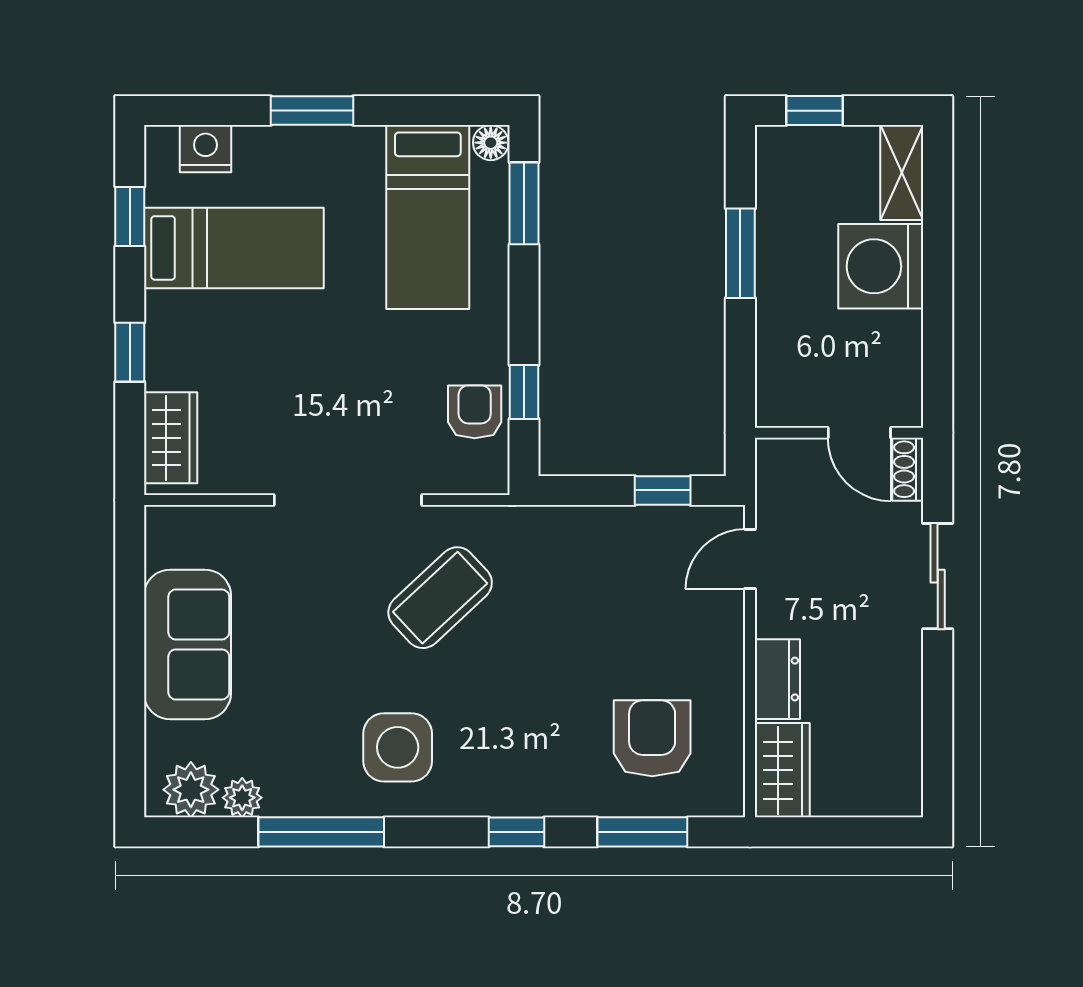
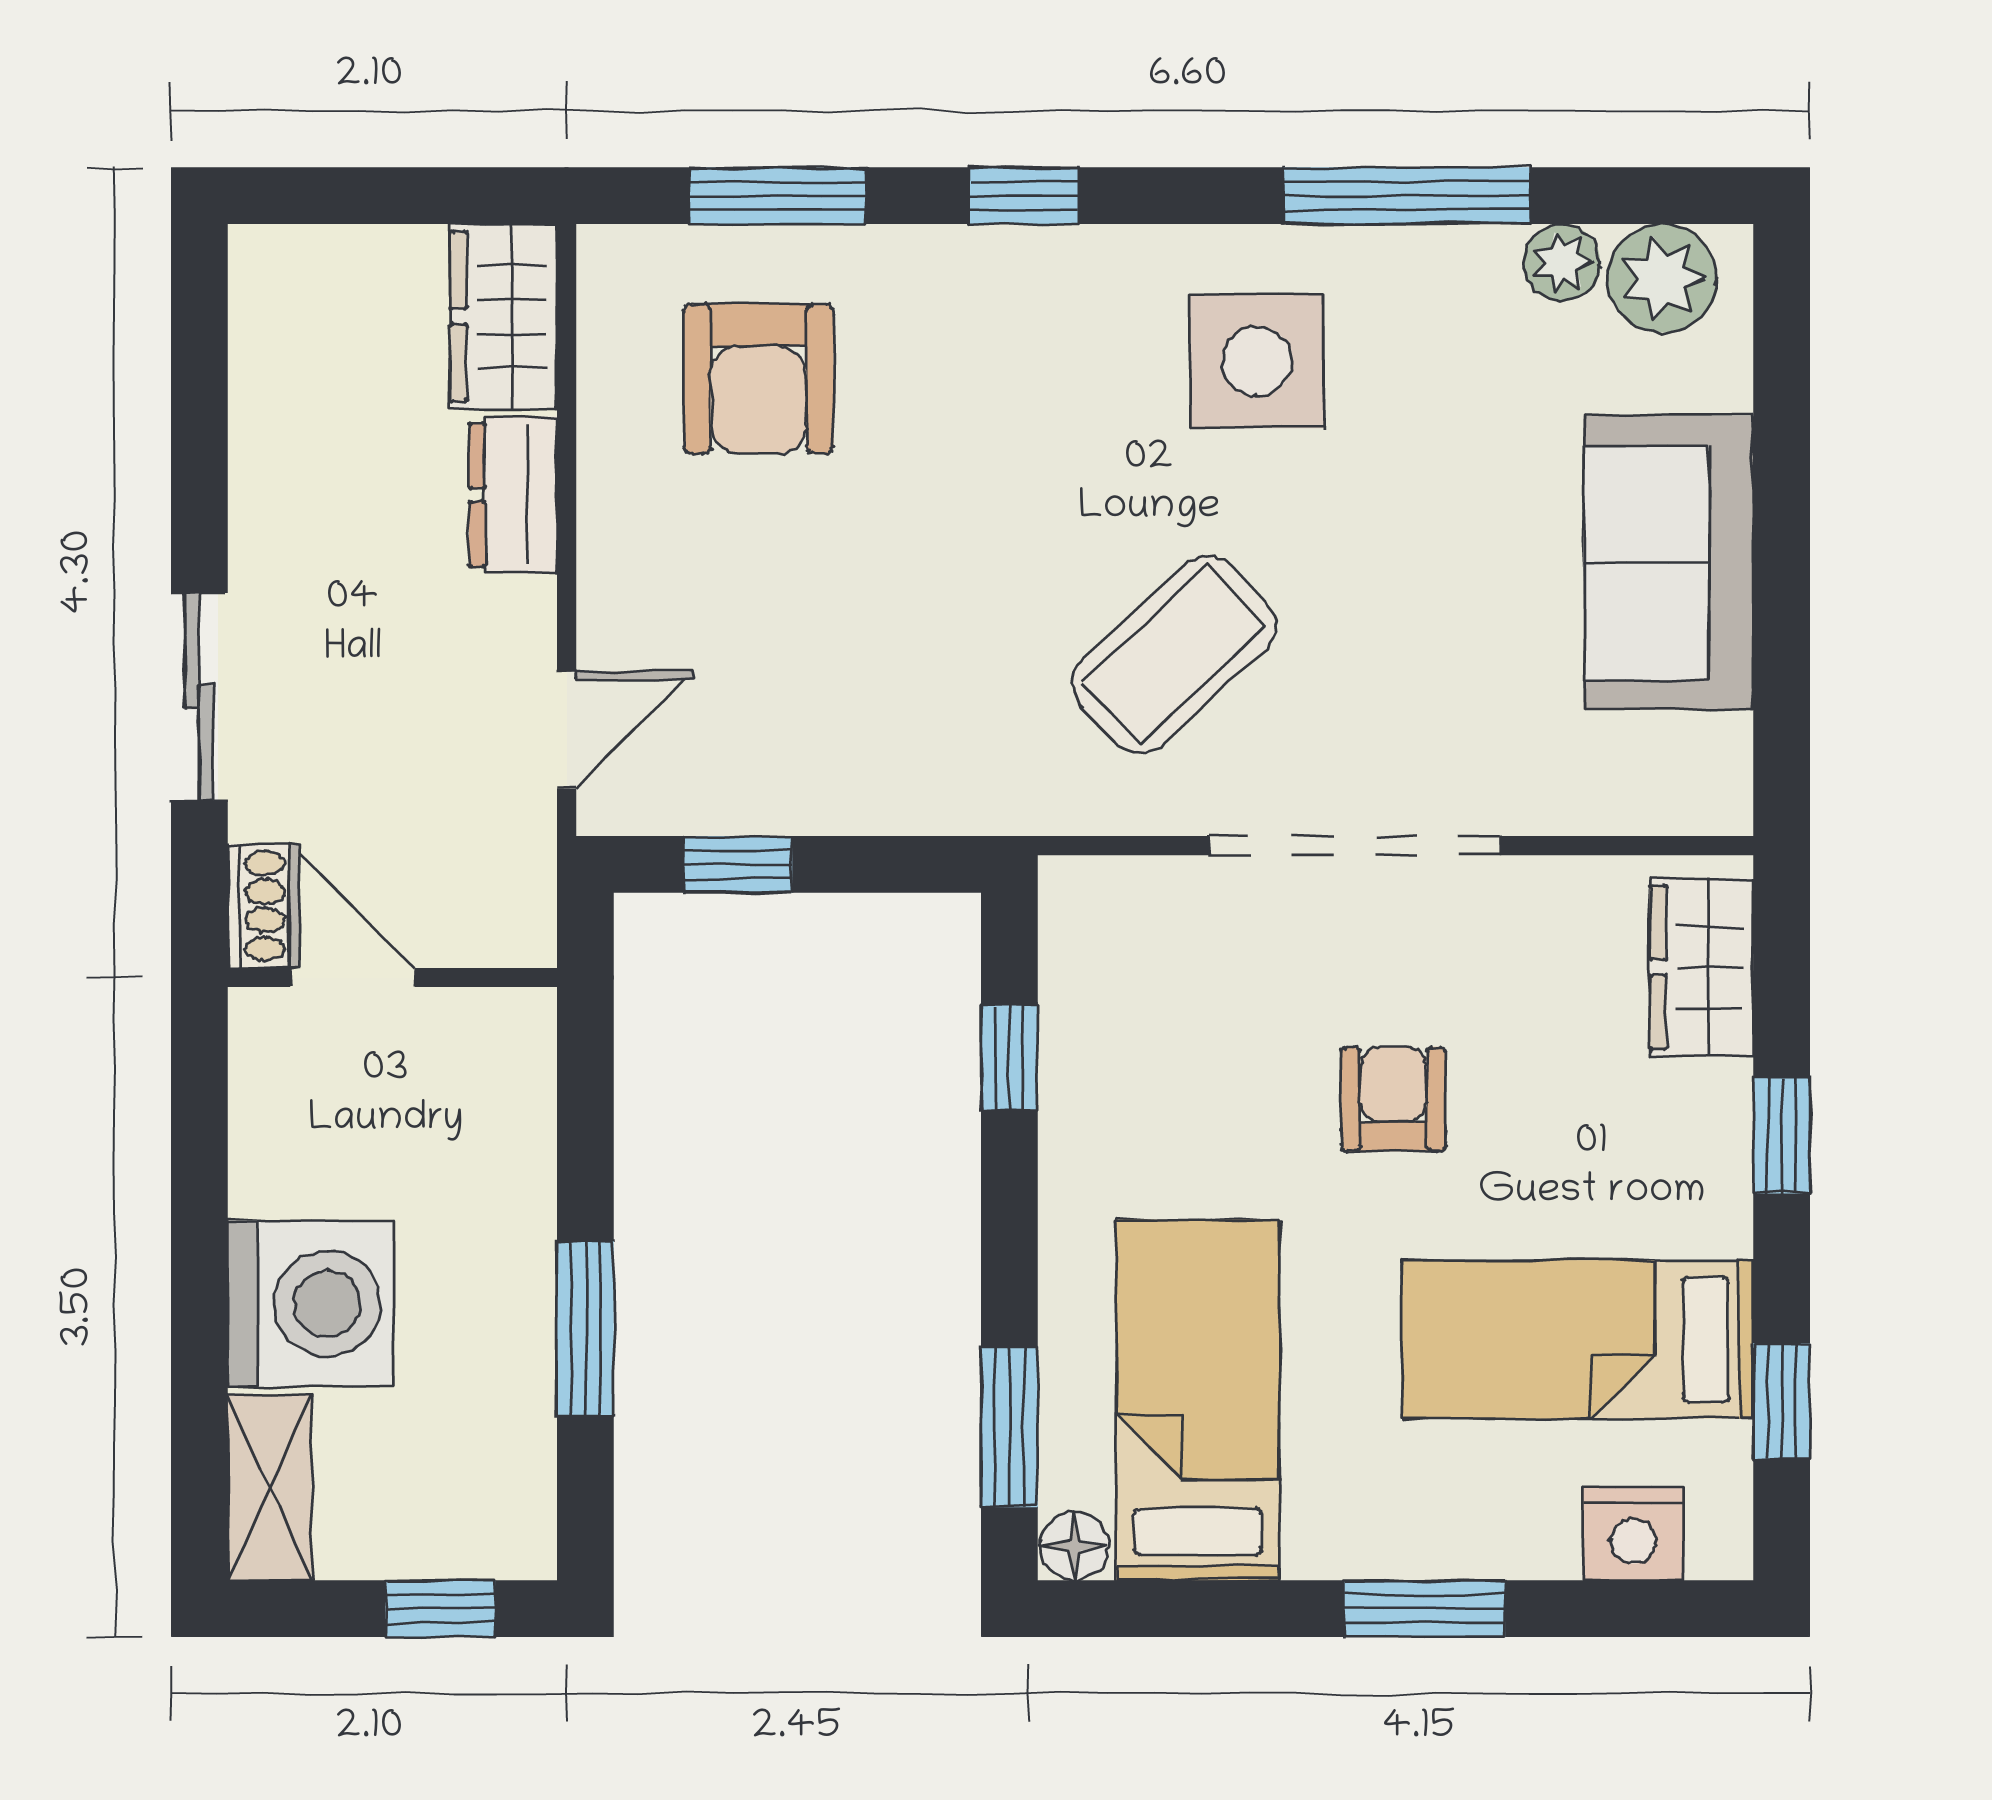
armchair: (475, 412) -> (1394, 1099), moved, turned 180

